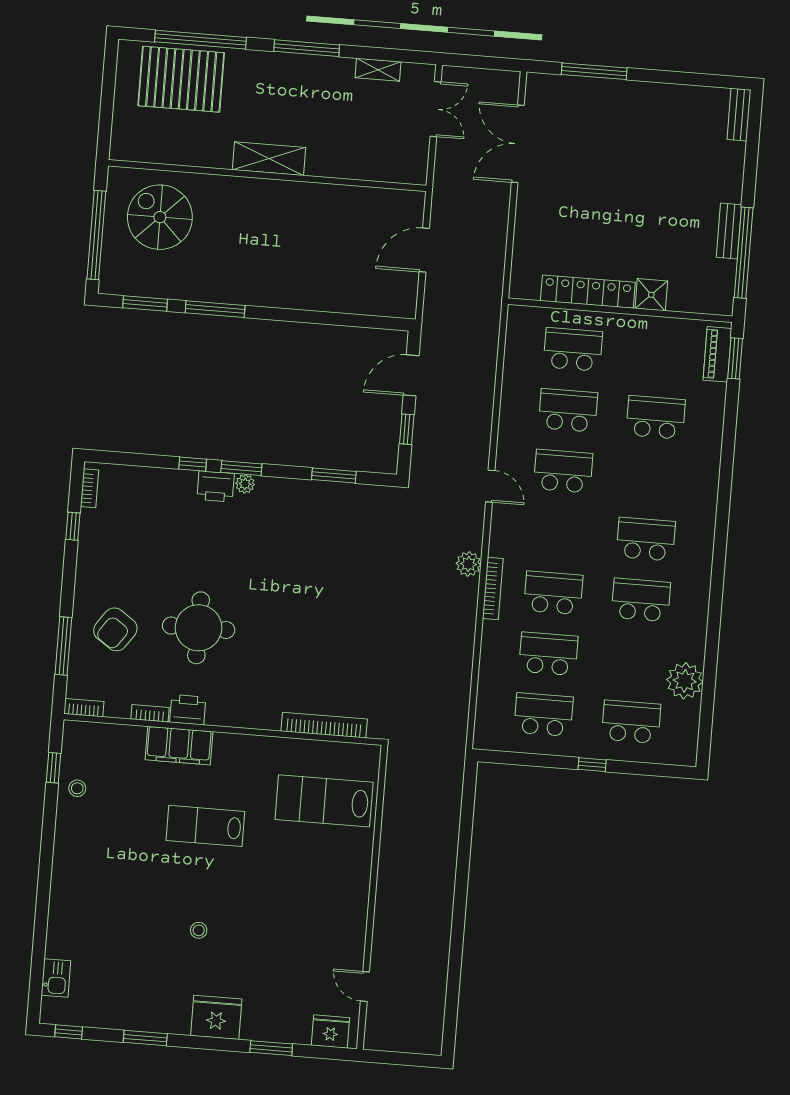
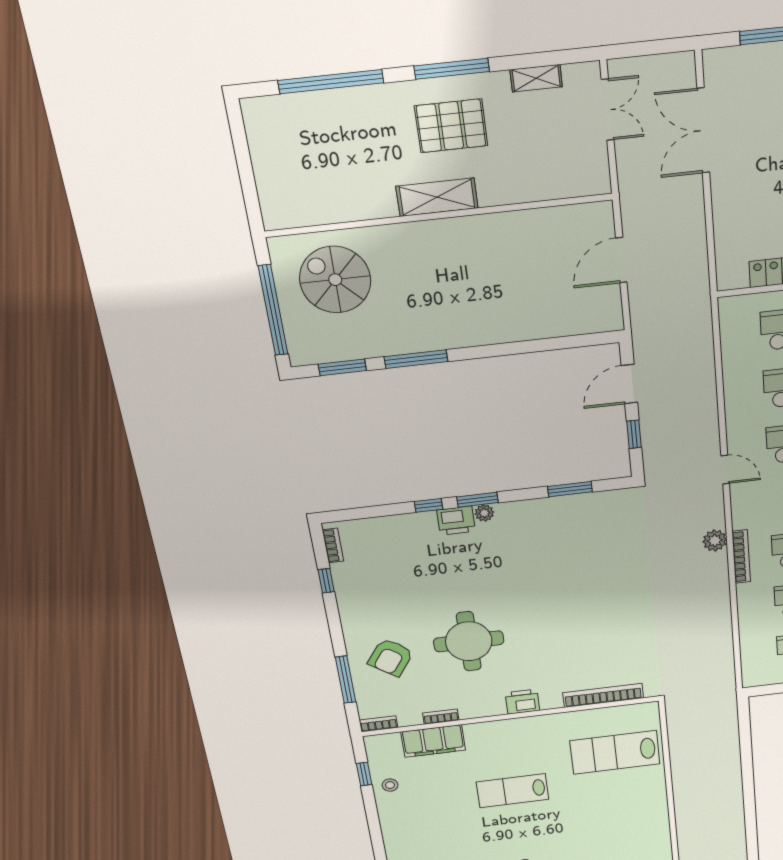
pallet: (181, 79) -> (451, 126), moved, width x0.73, depth x0.71
printer: (188, 710) -> (522, 702), moved
filing cabinet: (179, 746) -> (433, 741), moved

